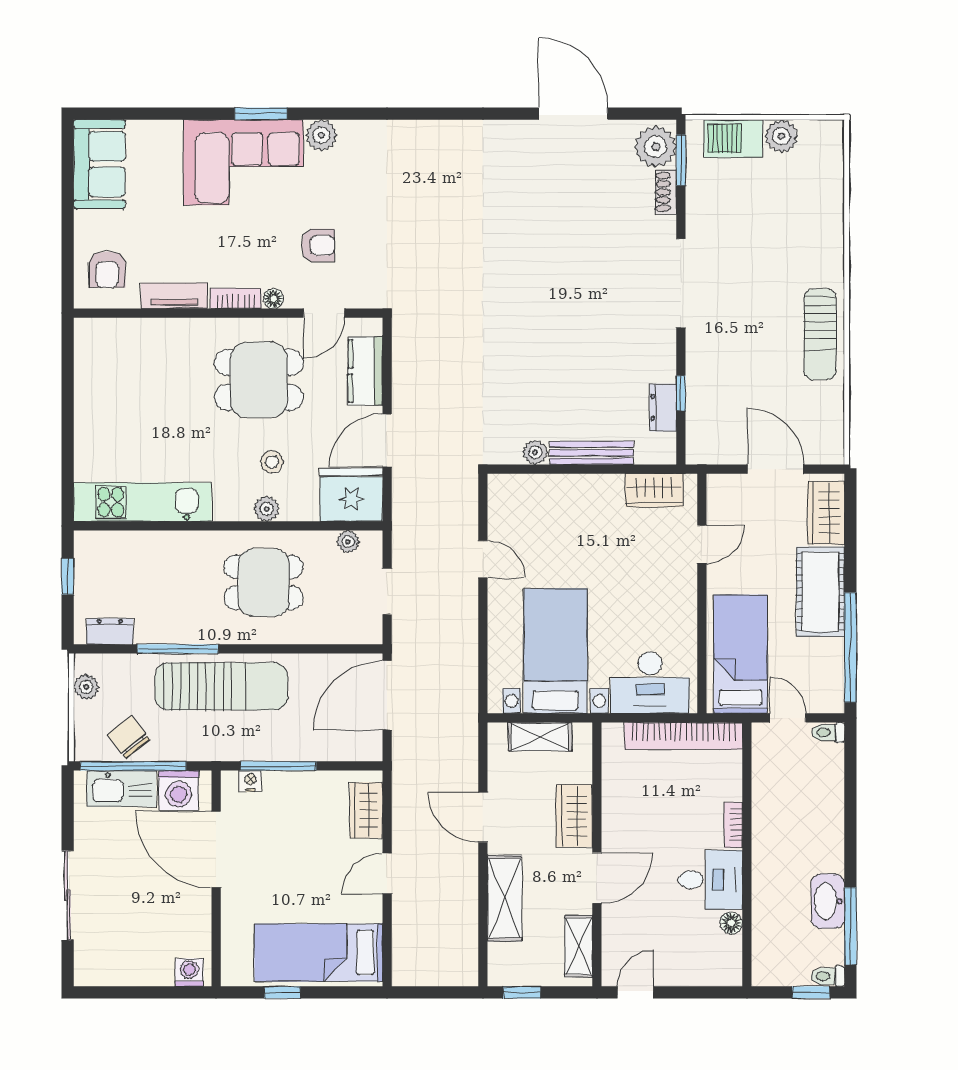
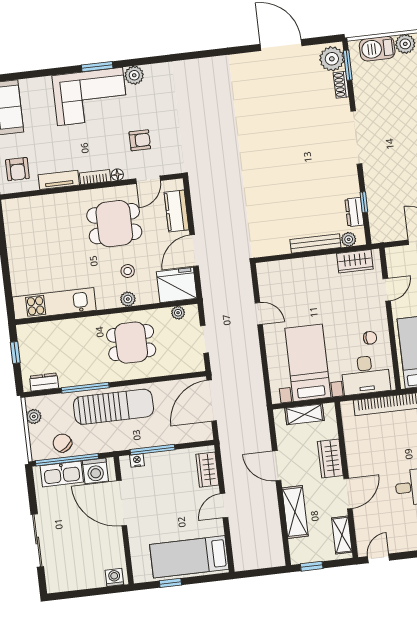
plant: (535, 452) -> (349, 239), moved
chair: (665, 621) -> (370, 338), added

